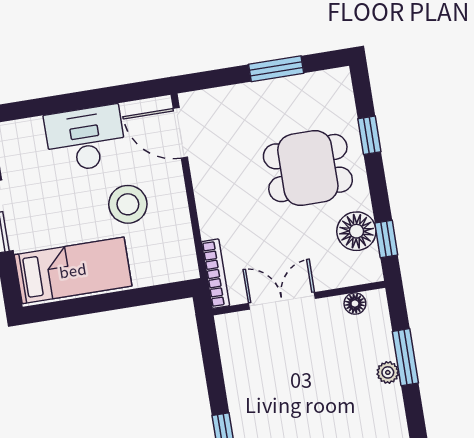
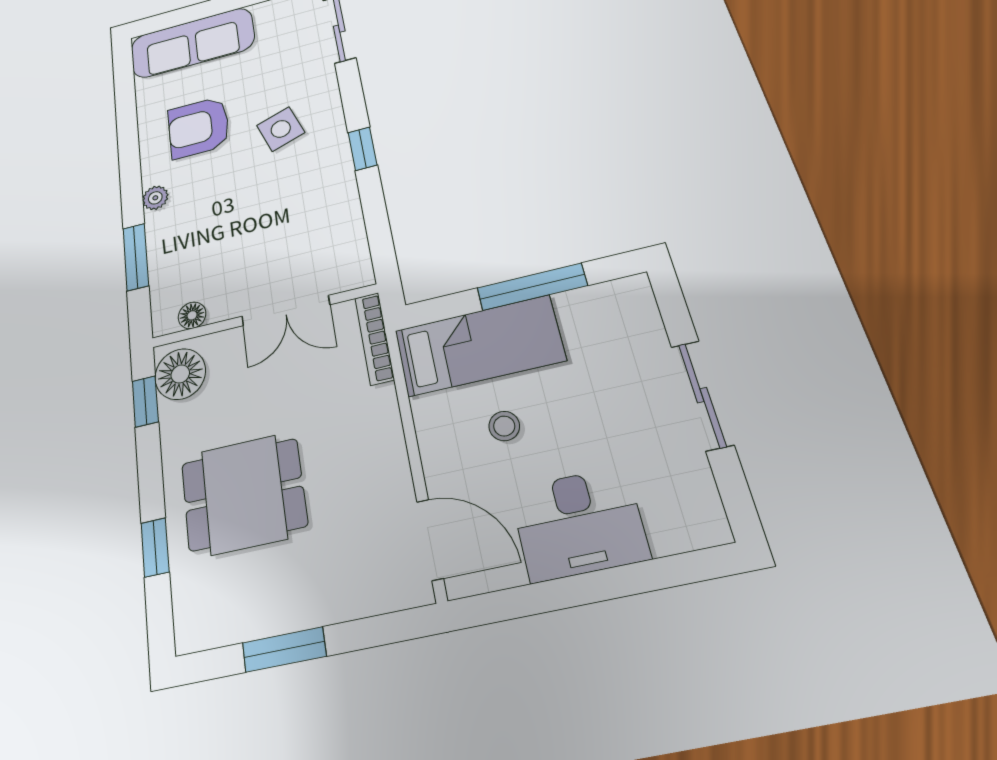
stool: (128, 204) -> (504, 426), width x0.53, depth x0.53
floor lamp: (356, 231) -> (180, 374), moved
bed: (73, 270) -> (479, 345), moved, turned 180
window: (102, 303) -> (532, 287), added
plant: (388, 372) -> (155, 198), moved

